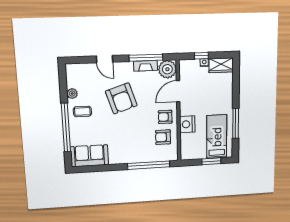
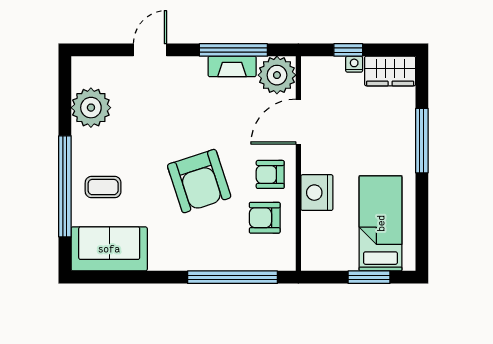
door: (105, 59) -> (150, 50), swing flipped
plant: (72, 94) -> (91, 108), width x1.88, depth x1.88
armchair: (121, 98) -> (199, 181), moved
coffee table: (82, 111) -> (103, 187), moved
window: (236, 123) -> (422, 141), moved

